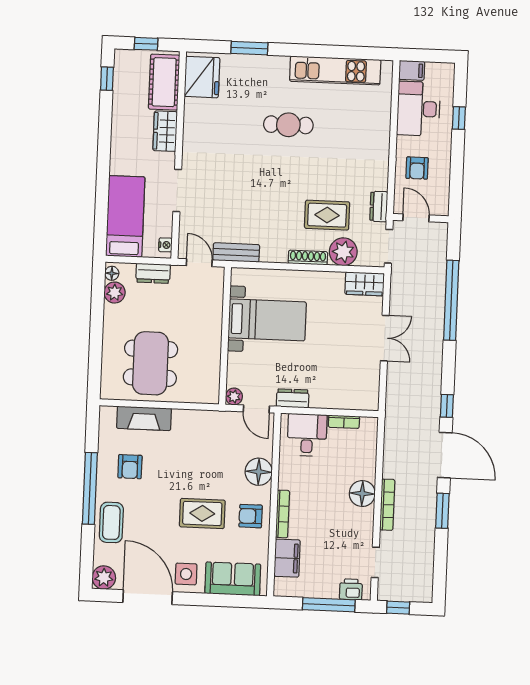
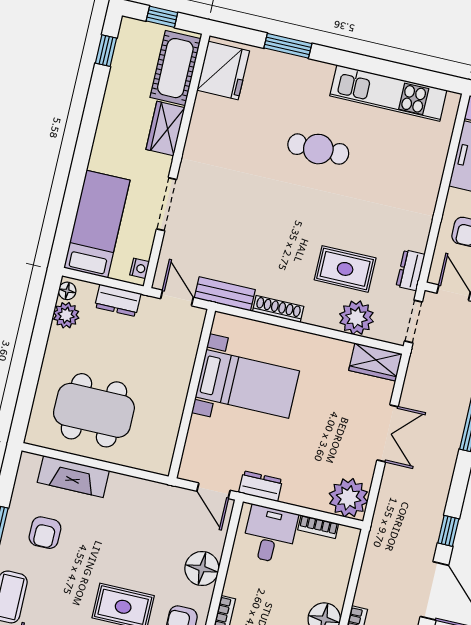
shoe rack: (308, 258) -> (278, 309), moved
dining table: (150, 363) -> (94, 410), turned 90
plant: (234, 397) -> (349, 498), moved, width x1.87, depth x1.87

